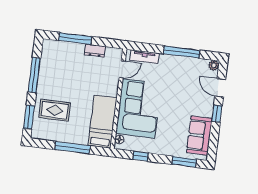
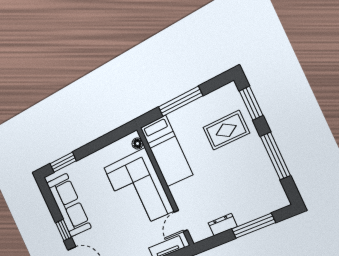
sofa: (199, 135) -> (69, 205), width x1.36
window: (141, 156) -> (106, 140), removed

